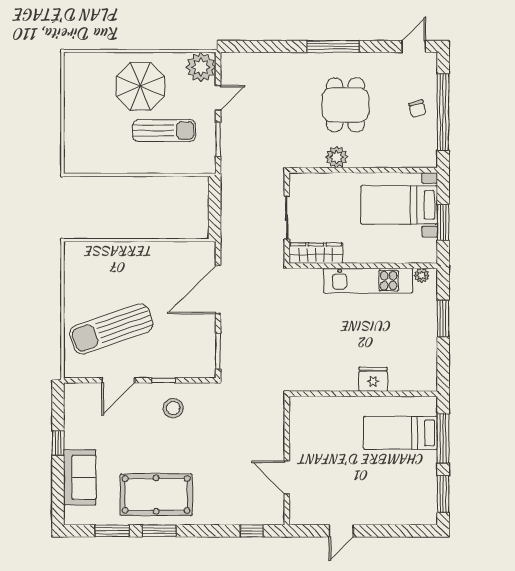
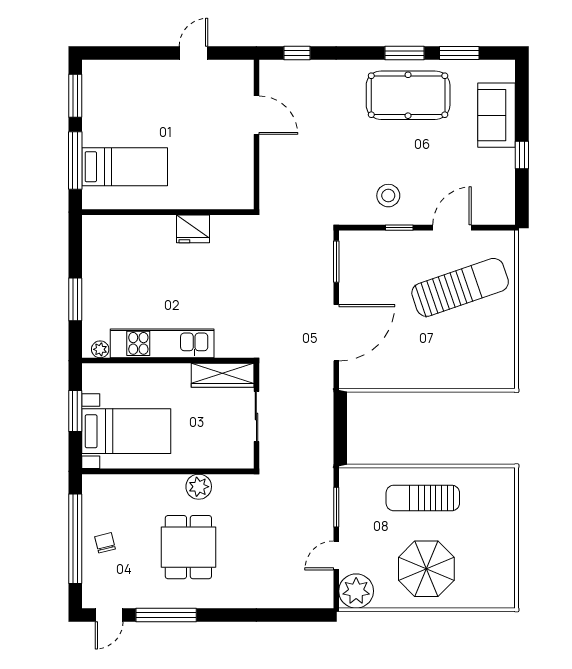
window: (333, 47) -> (166, 615), moved
sun lounger: (164, 131) -> (423, 498), moved
fridge: (373, 379) -> (193, 229), moved

